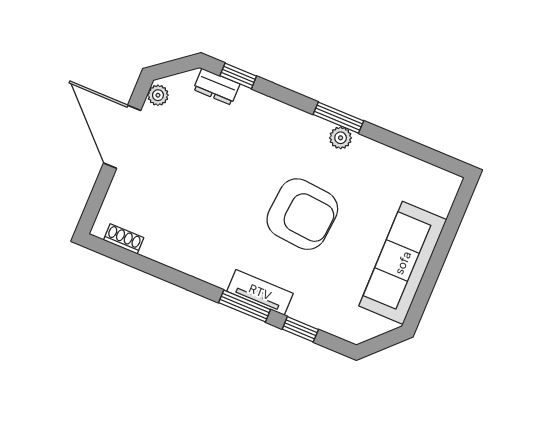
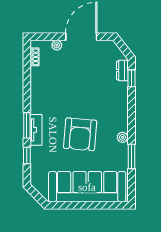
plant: (158, 95) -> (57, 45), moved
window: (338, 118) -> (131, 156), moved
sofa: (403, 263) -> (87, 187), width x1.36, depth x1.27

